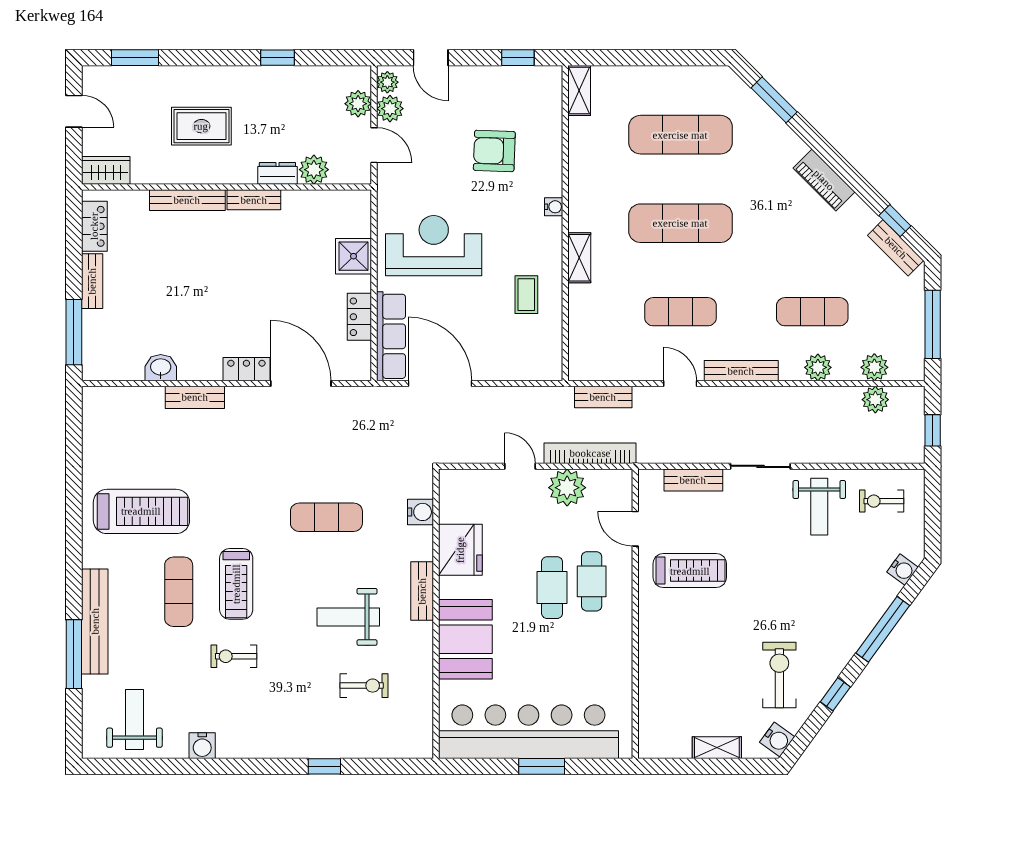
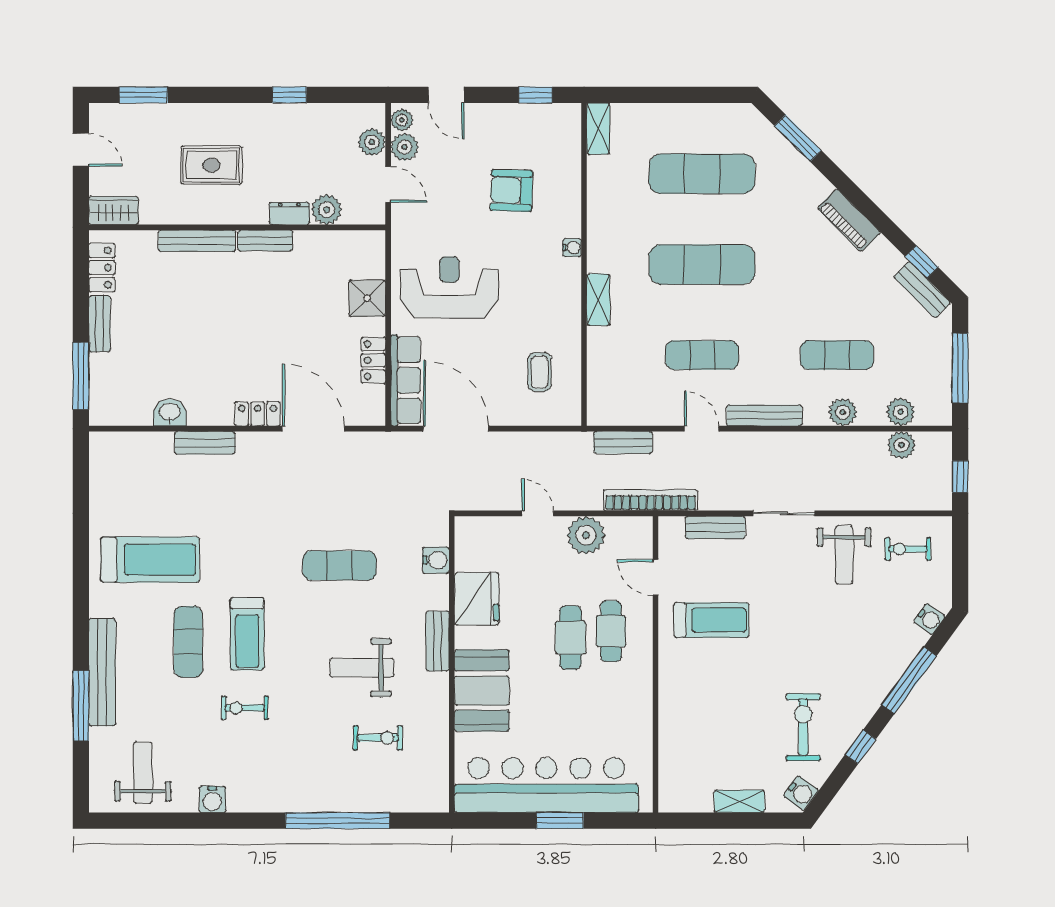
coffee table: (526, 295) -> (540, 372), moved
bookcase: (590, 453) -> (651, 500), moved
window: (324, 766) -> (337, 821), width x3.17

